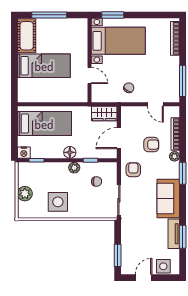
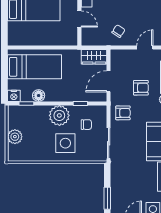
door: (155, 104) -> (145, 48), swing flipped
floor lamp: (70, 152) -> (39, 96), moved
plant: (74, 168) -> (59, 115), width x1.87, depth x1.87
armchair: (133, 170) -> (123, 113), turned 90
side table: (58, 202) -> (65, 143), moved

